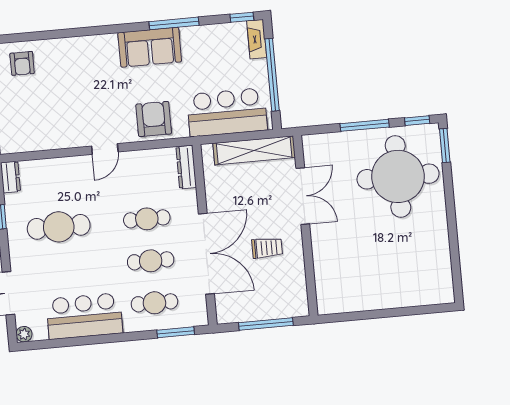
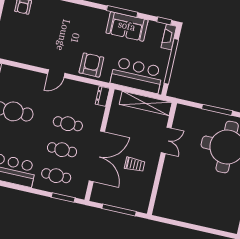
sofa: (150, 47) -> (127, 26), moved
dresser: (186, 167) -> (102, 96), width x0.70
double door: (303, 196) -> (166, 140), width x0.73

